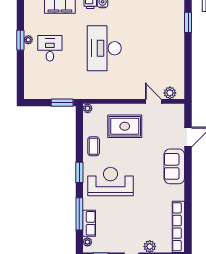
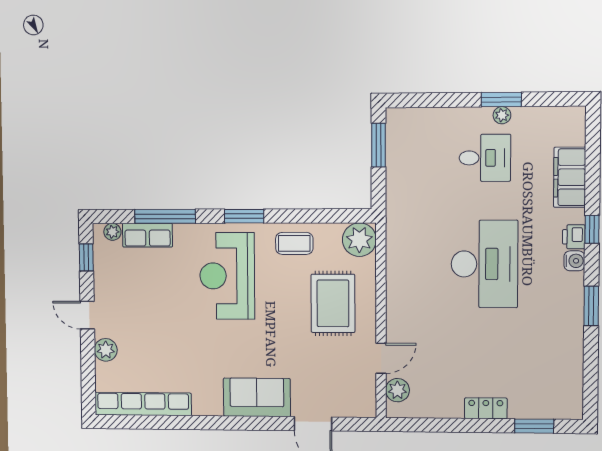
locker: (179, 47) -> (486, 408), added
desk: (104, 48) -> (484, 264), turned 90
window: (62, 103) -> (378, 145), moved
plant: (88, 108) -> (359, 240), width x1.88, depth x1.88
reception desk: (111, 181) -> (227, 276), turned 180

